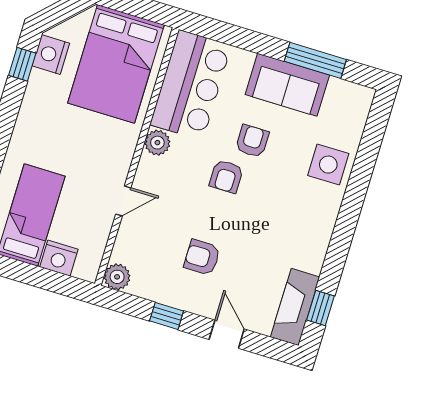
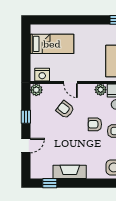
armchair: (202, 257) -> (65, 110), moved, turned -52
nightstand: (59, 258) -> (42, 75), moved, turned -90
fireplace: (295, 307) -> (70, 172), moved

